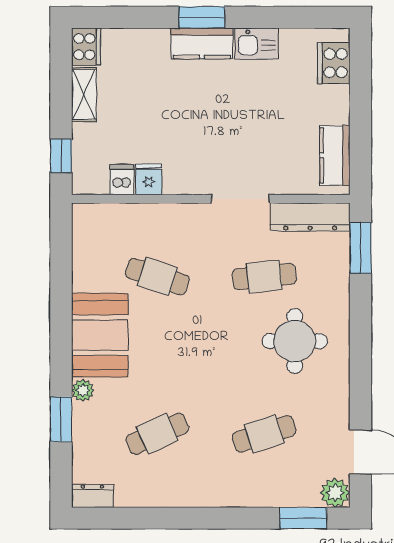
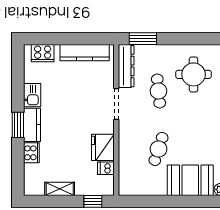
cooker: (86, 47) -> (31, 153), moved, turned 90
kitchen counter: (335, 155) -> (85, 53), width x1.50
fridge: (149, 179) -> (103, 147), width x1.88, depth x1.34

